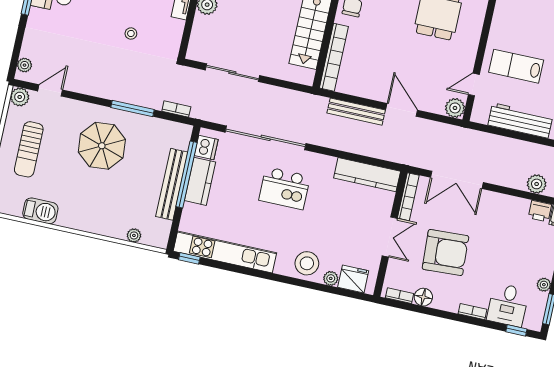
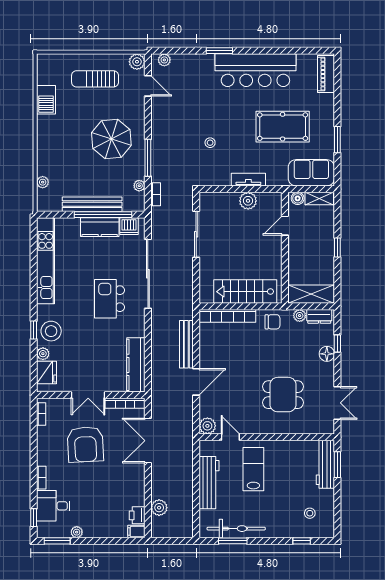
plant: (162, 126) -> (139, 186), added
window: (189, 258) -> (34, 330), moved
floor lamp: (423, 297) -> (44, 434), removed

